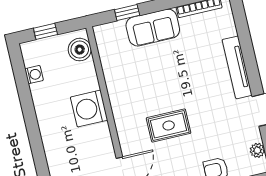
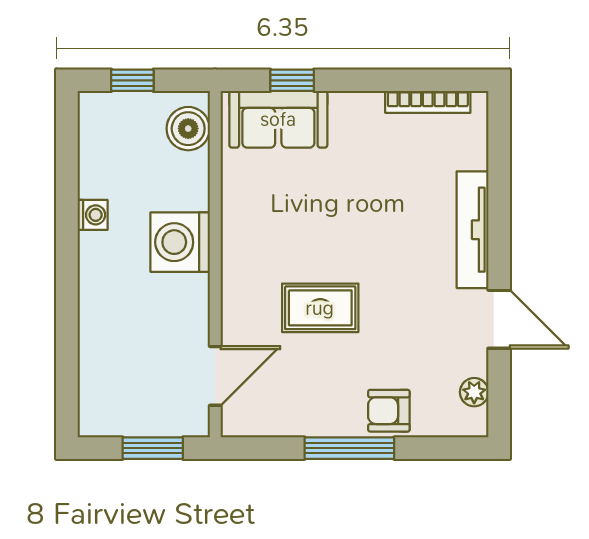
sofa: (153, 28) -> (278, 119), moved
washing machine: (34, 75) -> (93, 215), moved

